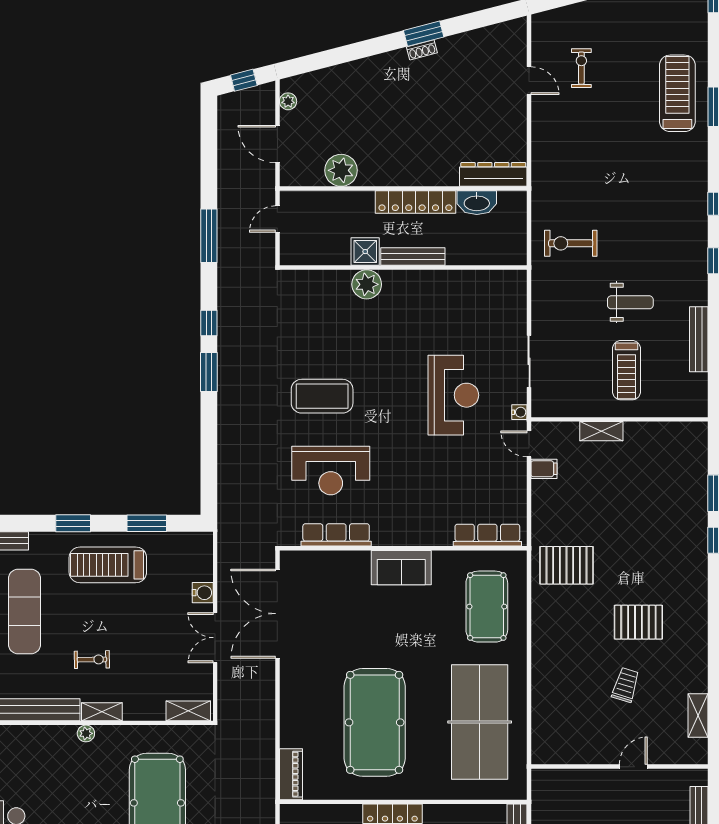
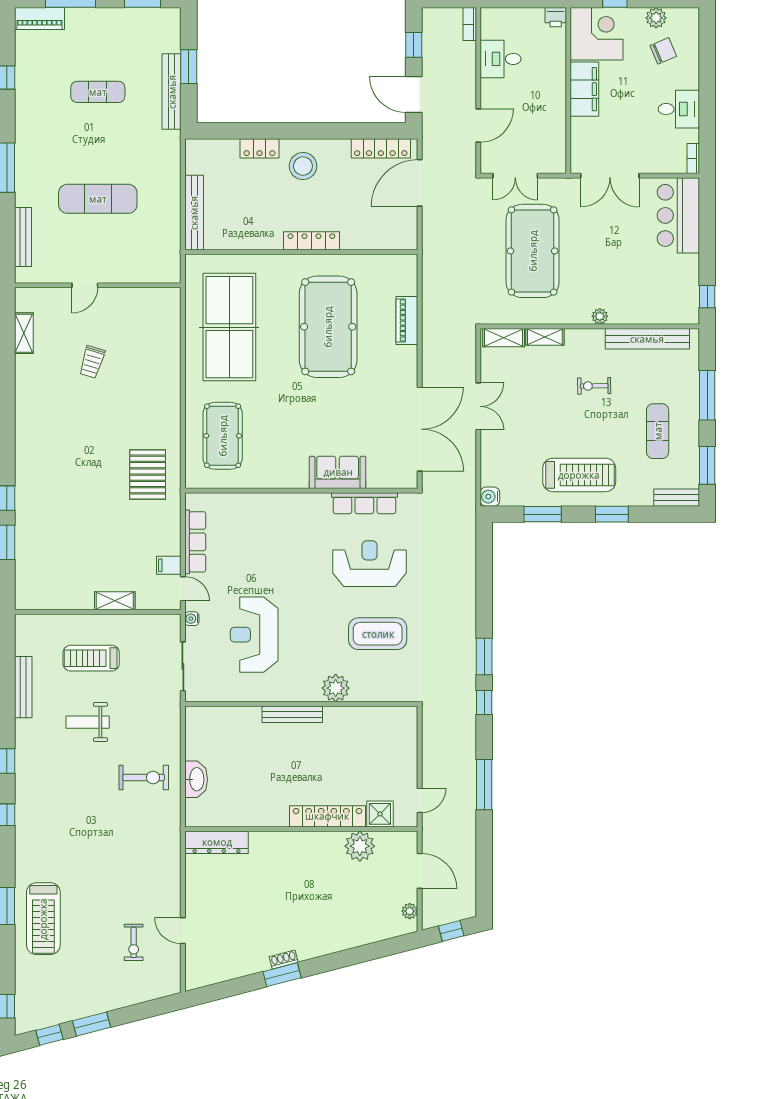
locker: (415, 202) -> (327, 816), moved
washbasin: (477, 203) -> (196, 779), moved, turned 90
shower: (365, 252) -> (380, 814), moved
bench: (413, 257) -> (292, 714), moved
wall: (403, 268) -> (301, 704), moved
plant: (367, 284) -> (336, 688), moved
treadmill: (627, 370) -> (91, 658), turned -90
row of seats: (487, 535) -> (195, 542), moved, turned -90
pallet: (566, 565) -> (148, 475), turned 90
sofa: (401, 568) -> (338, 472), moved
water cooler: (203, 593) -> (490, 497), moved
exercise mat: (25, 611) -> (658, 431), width x0.73, depth x0.69
pallet: (638, 622) -> (80, 421), removed
shelving: (102, 712) -> (545, 337), moved
piano: (291, 774) -> (407, 320), moved

